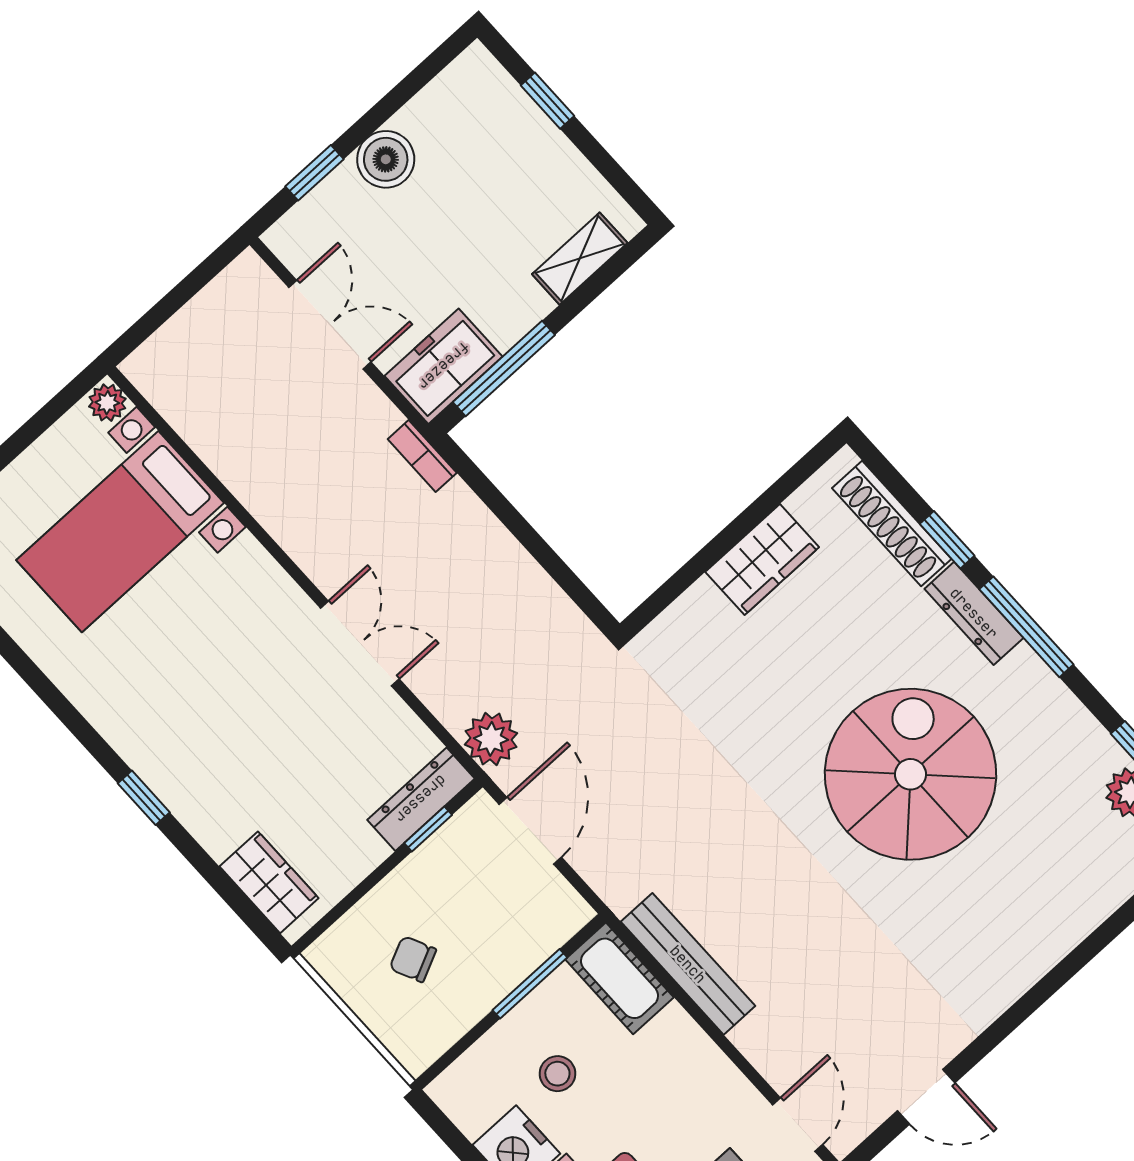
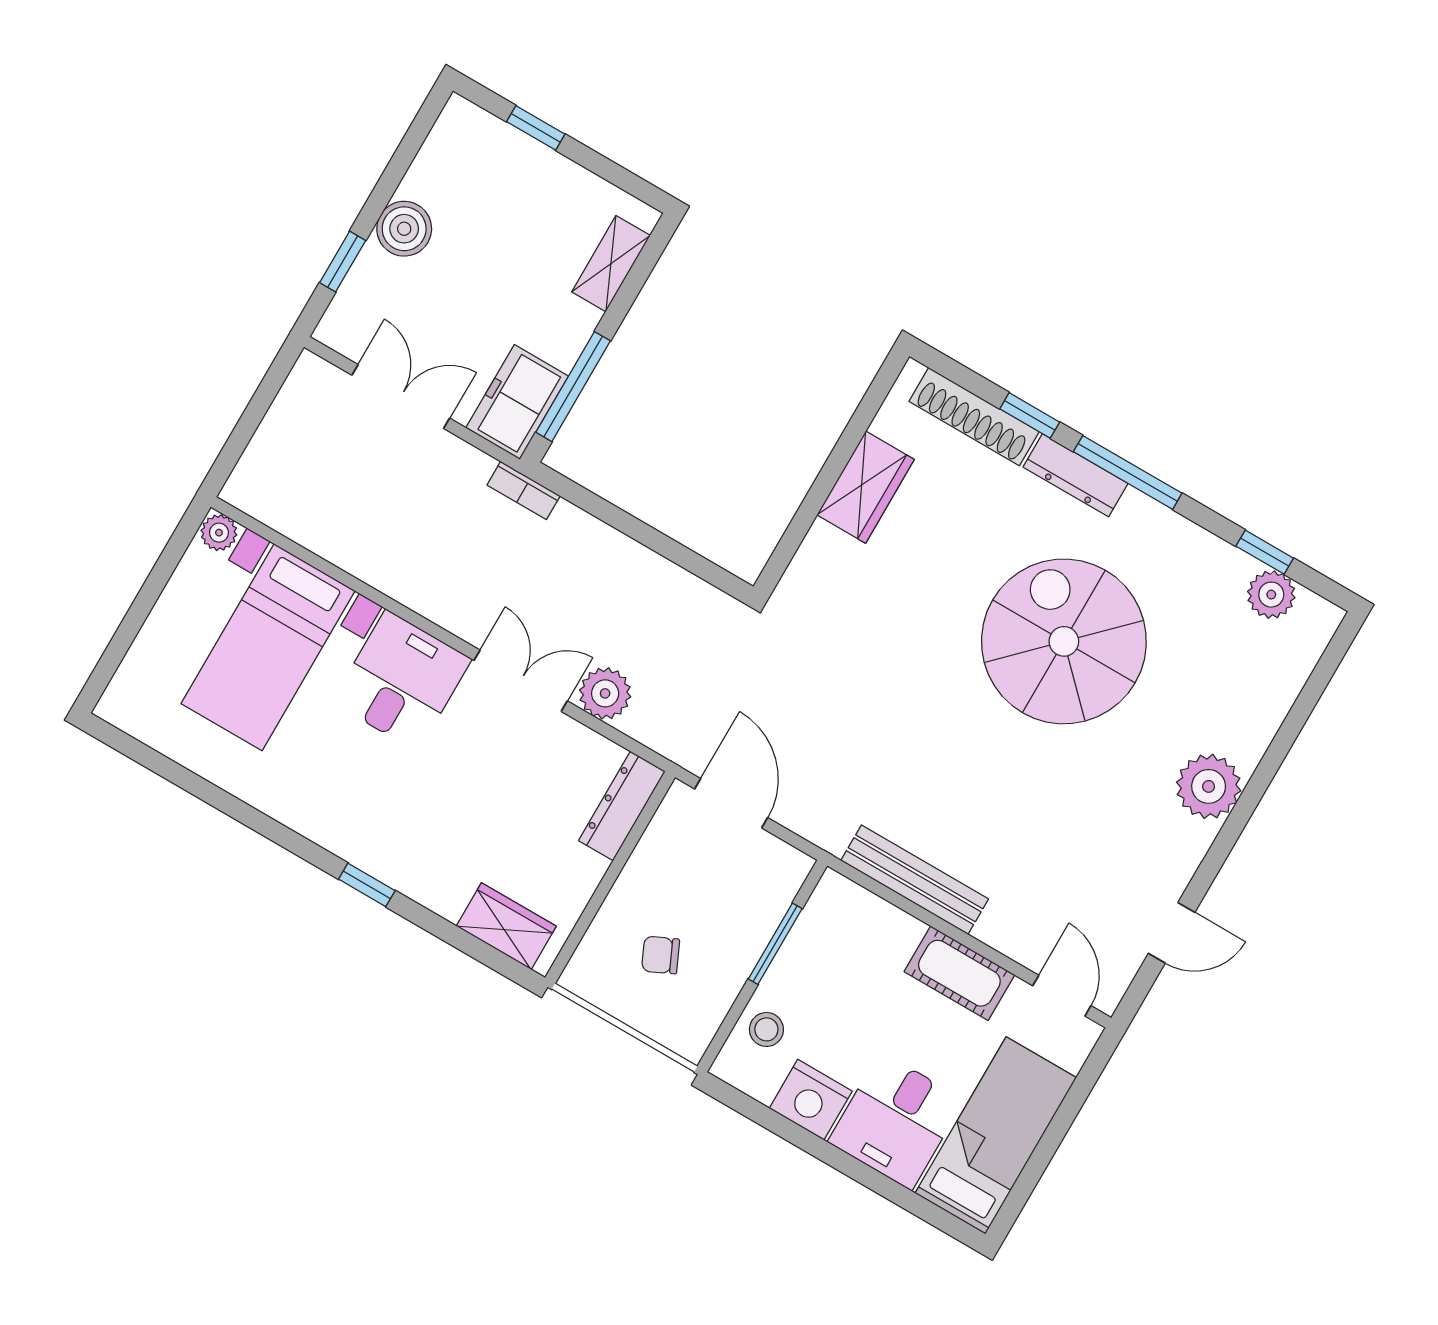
desk: (242, 606) -> (402, 681), added
plant: (491, 739) -> (605, 693), moved
window: (428, 829) -> (637, 831), removed
plant: (1008, 963) -> (1209, 786), added
cot: (620, 978) -> (959, 973), moved
stool: (557, 1074) -> (766, 1029), moved

